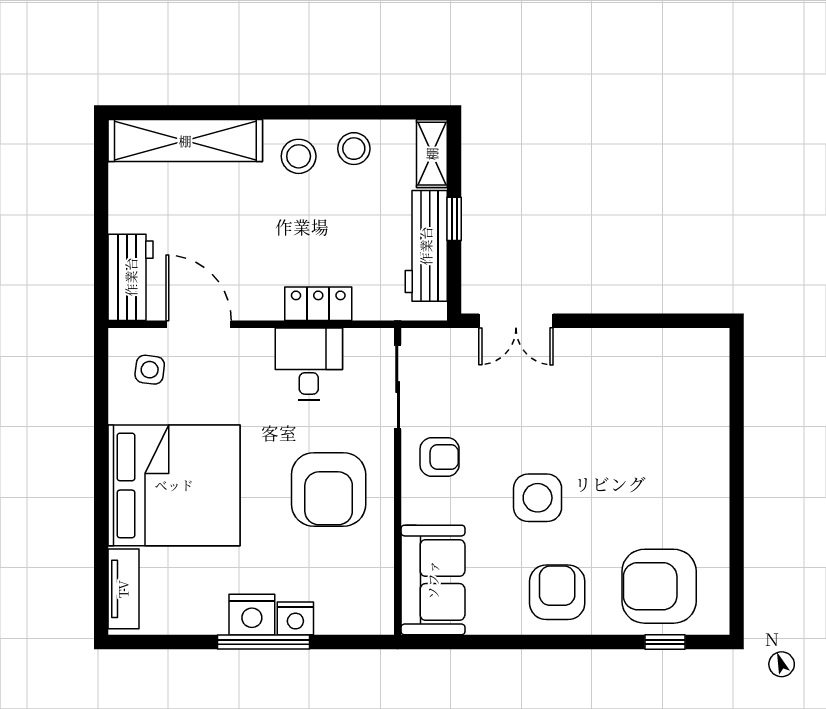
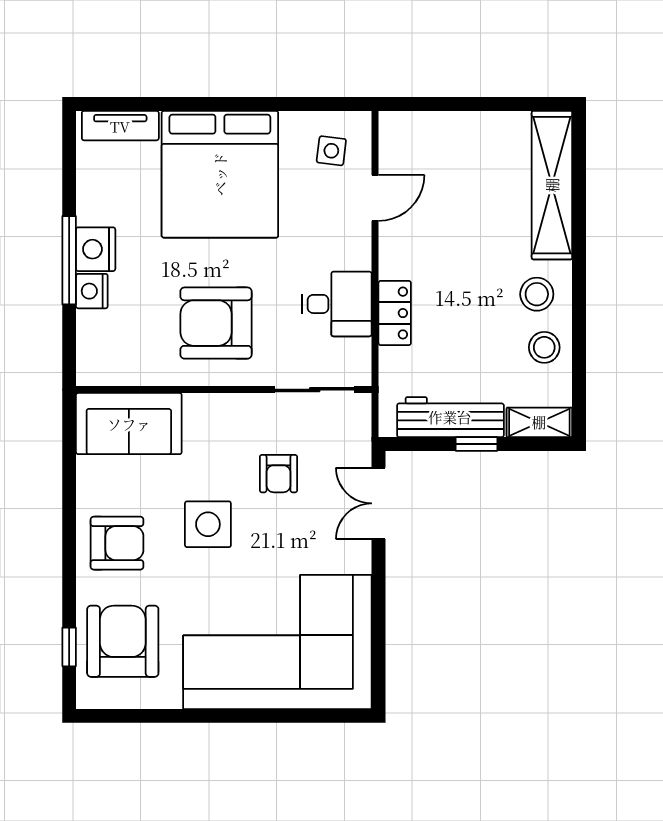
workbench: (131, 277) -> (420, 132), removed
door: (199, 324) -> (375, 198), width x0.73
corner sofa: (660, 426) -> (277, 642), added
armchair: (440, 457) -> (278, 474), moved

